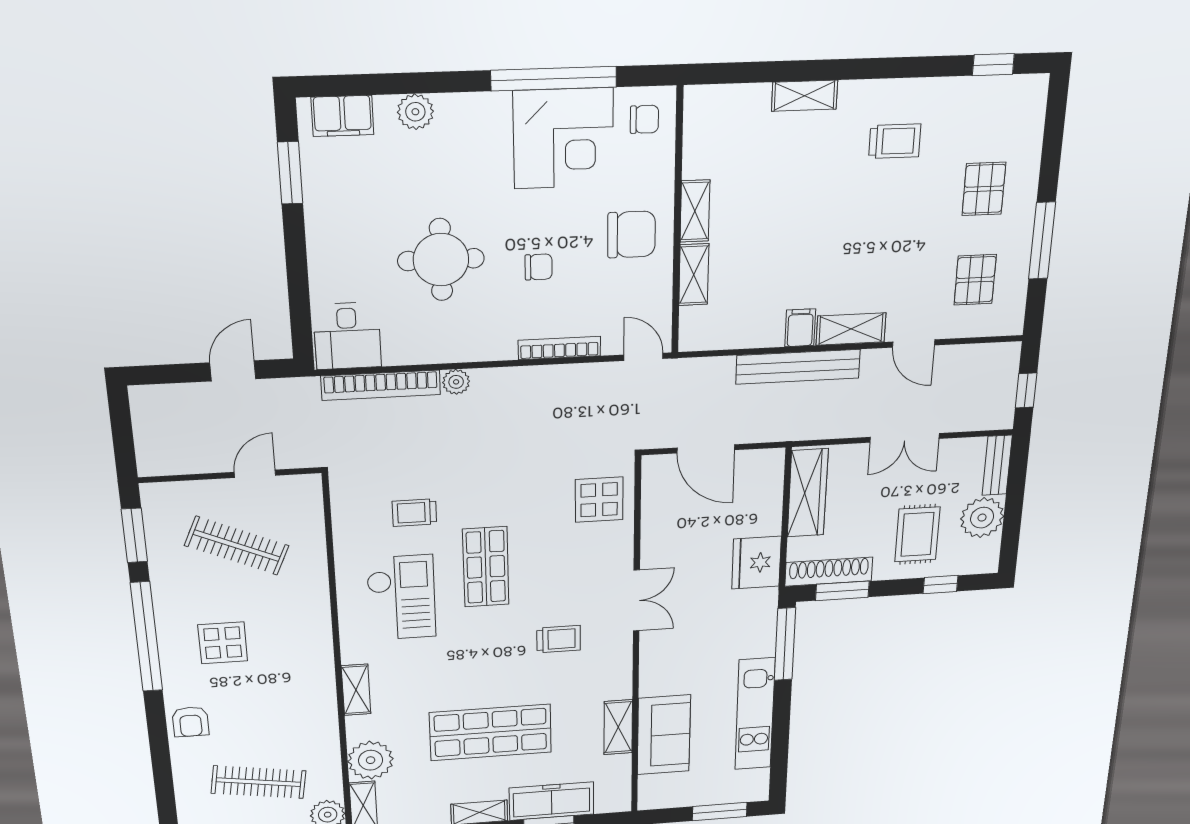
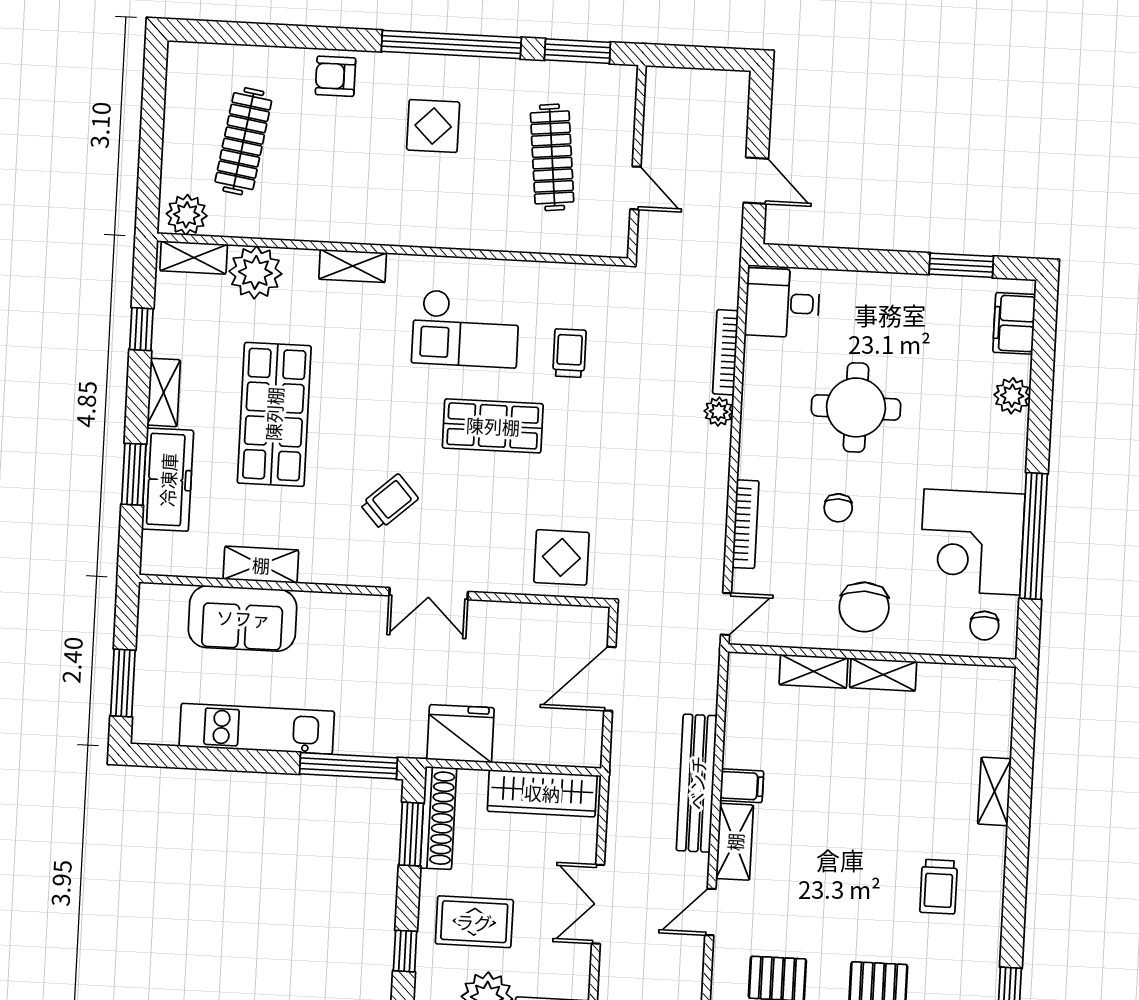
bookcase: (381, 385) -> (725, 352), width x0.68, depth x0.76
clothes rail: (237, 546) -> (552, 157), turned -30
trolley: (559, 639) -> (389, 502), turned -132

